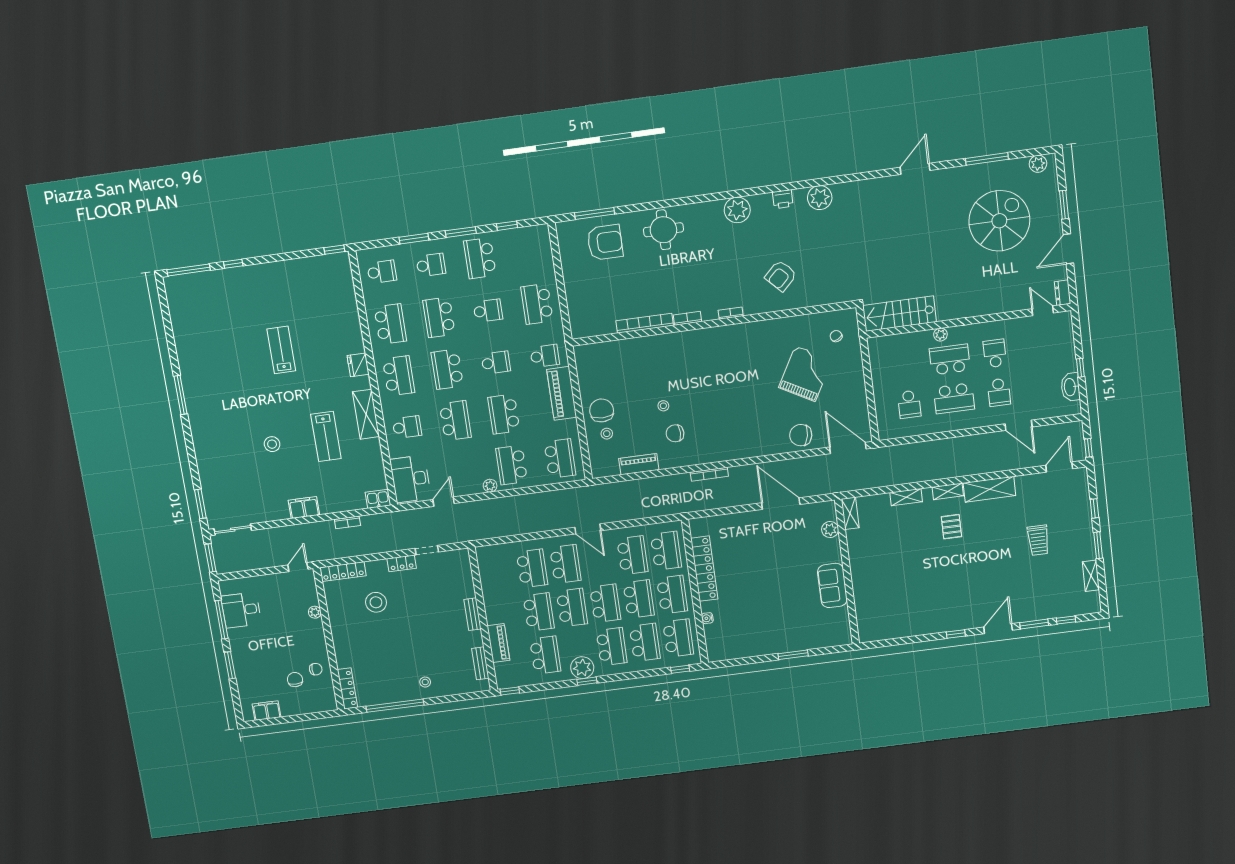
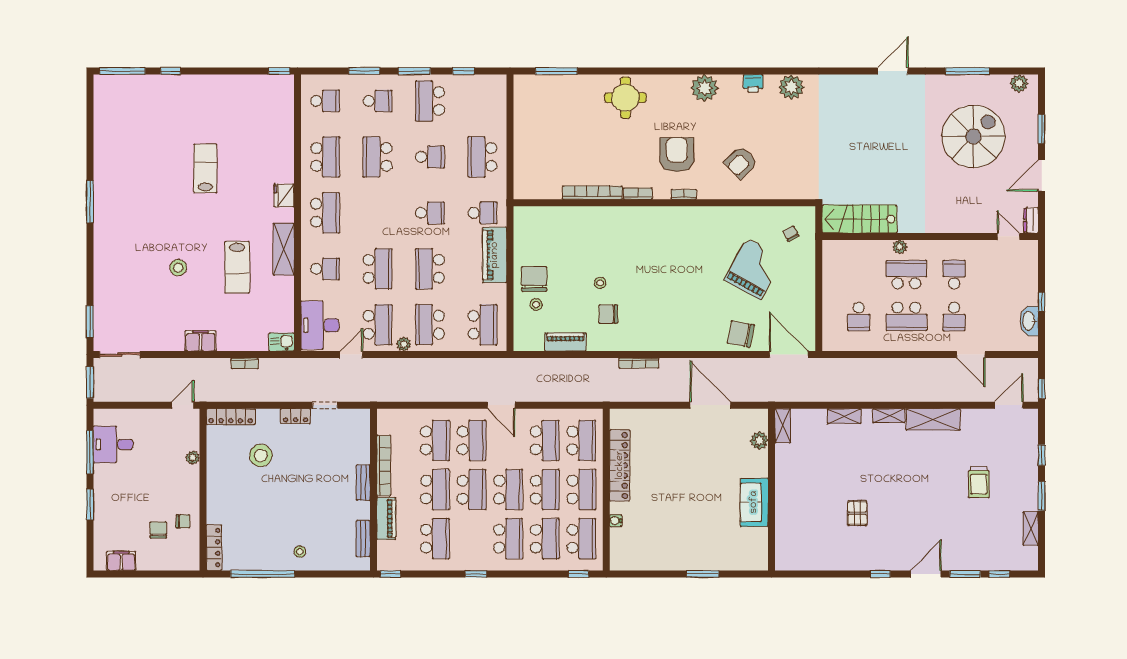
armchair: (605, 242) -> (677, 155), moved, turned -90
school desk: (447, 369) -> (378, 325), moved, turned 180
pallet: (951, 527) -> (857, 513), moved
bookcase: (489, 597) -> (384, 466), added
plant: (582, 668) -> (473, 558), removed

